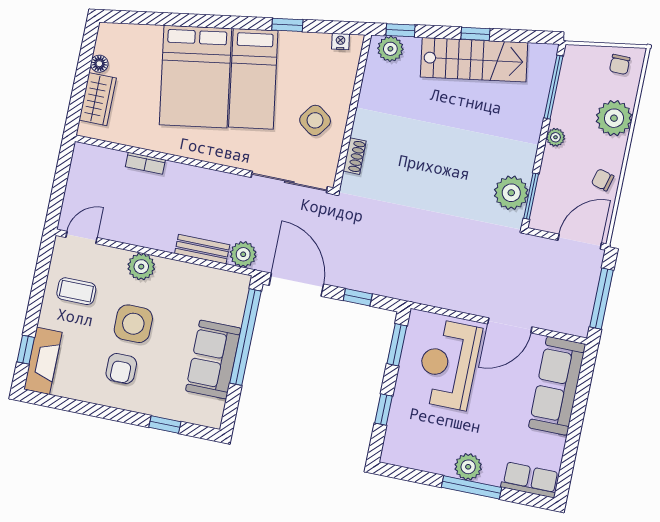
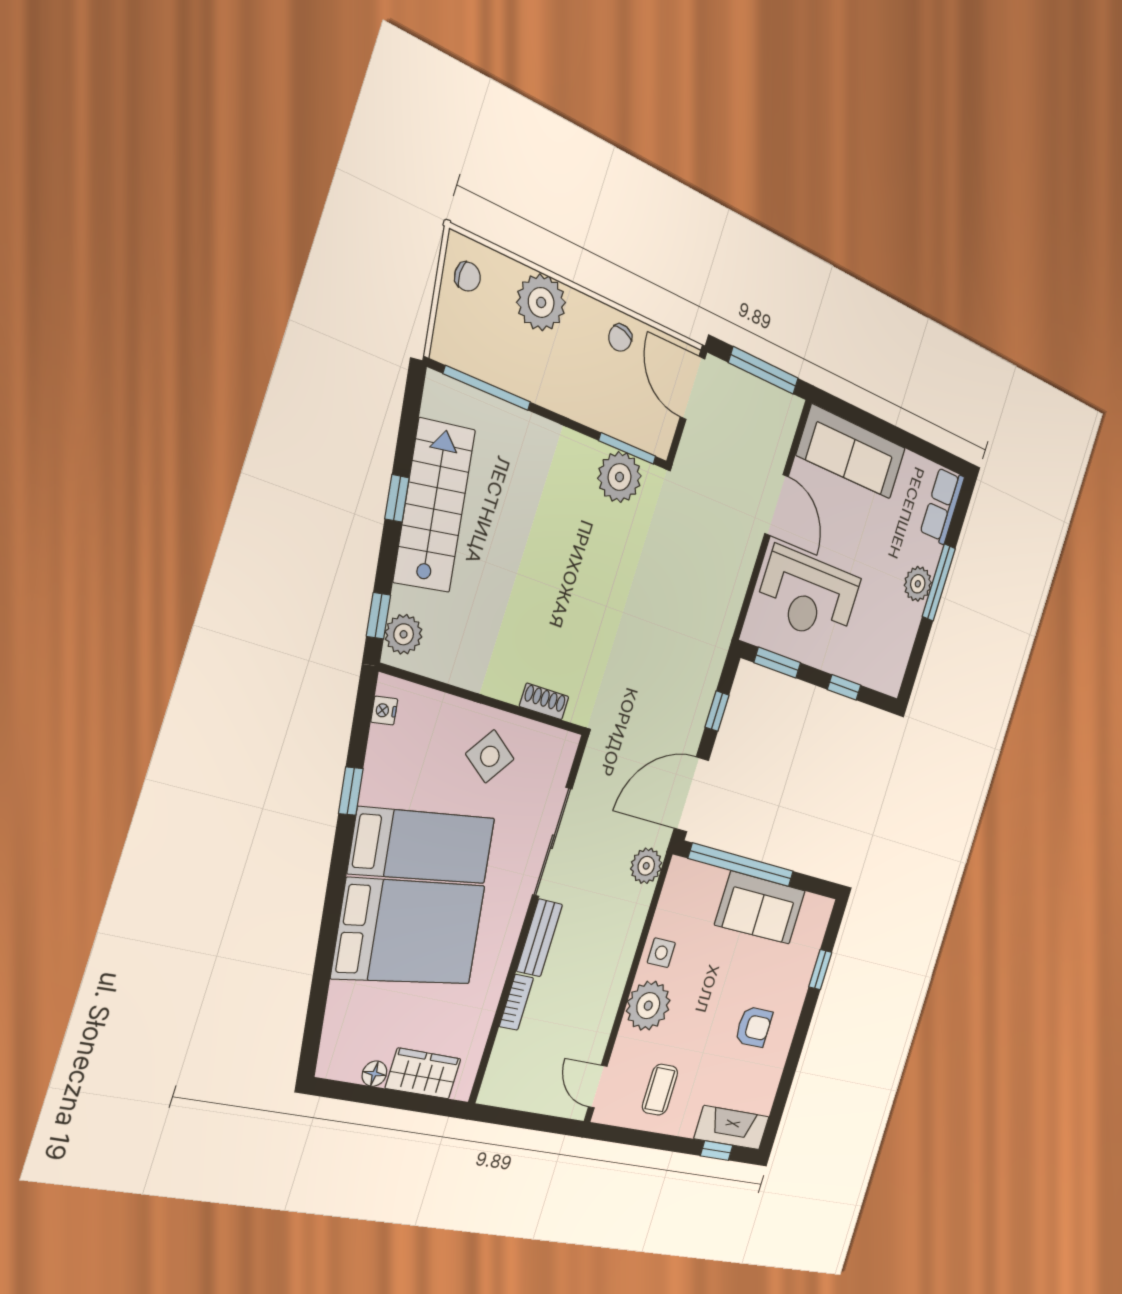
plant: (555, 137) -> (556, 398), removed
sliding door: (289, 182) -> (552, 842), moved
bench: (202, 249) -> (539, 938), moved
plant: (141, 267) -> (648, 1006), width x1.36, depth x1.36
side table: (133, 324) -> (661, 953), moved, width x0.54, depth x0.54

